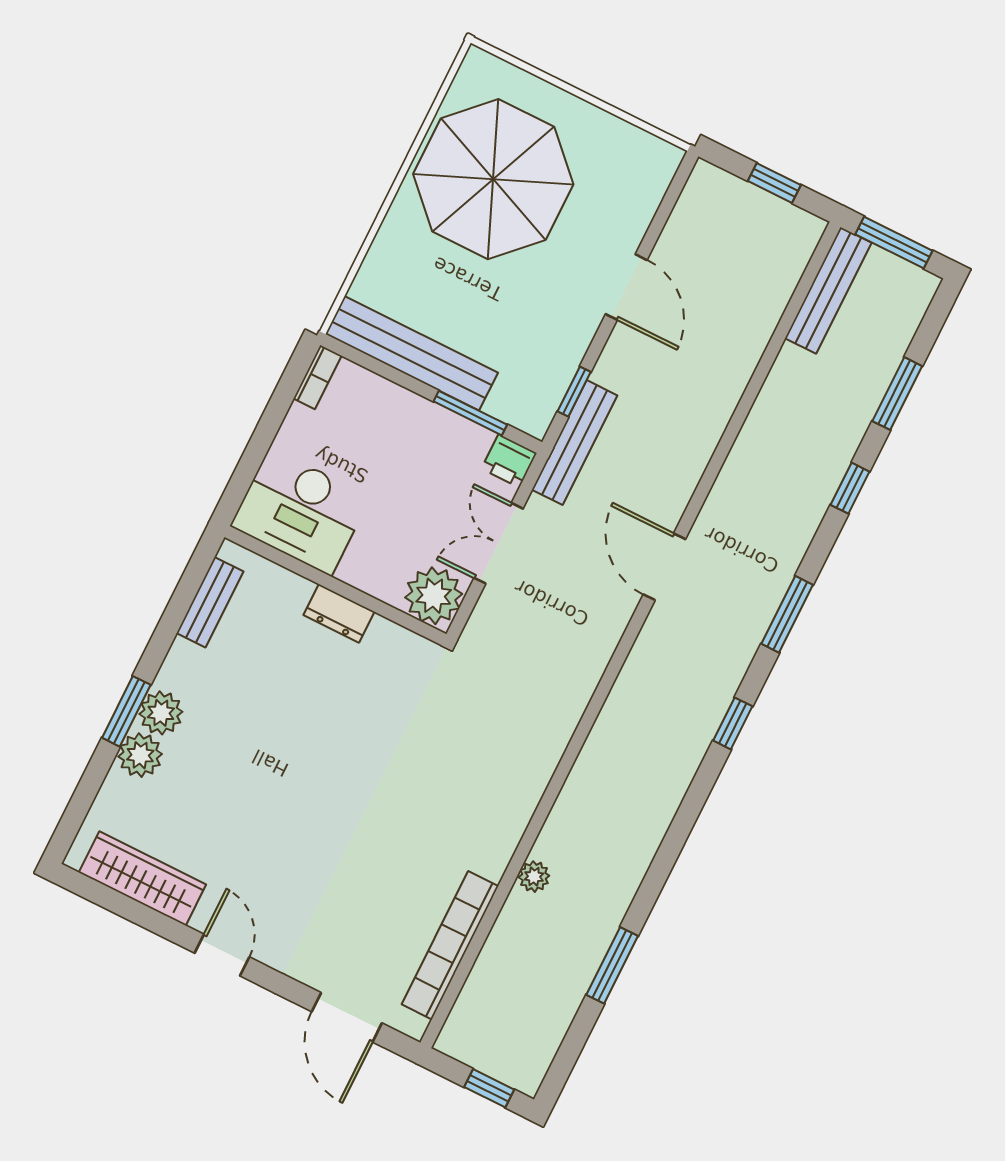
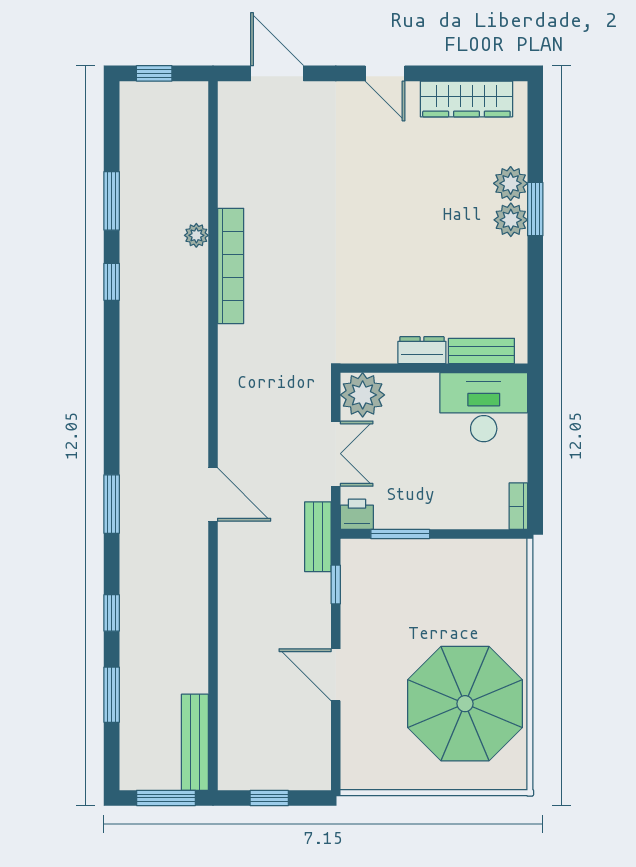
bench: (412, 353) -> (461, 555), removed
bench: (575, 443) -> (318, 537), width x0.73
bench: (210, 602) -> (481, 351), moved, turned 90
window: (733, 723) -> (112, 282), moved
bookcase: (450, 945) -> (231, 266), moved

